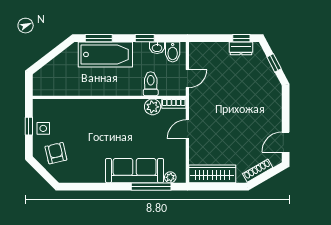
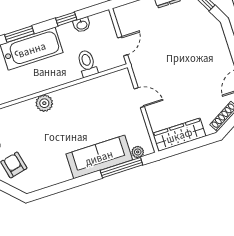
bidet: (173, 52) -> (99, 24), removed
bookcase: (174, 104) -> (117, 76), removed
plant: (153, 107) -> (44, 103), moved
door: (187, 129) -> (139, 98), swing flipped

